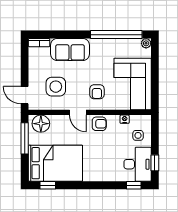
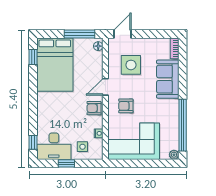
floor lamp: (41, 124) -> (98, 46), width x0.53, depth x0.53
armchair: (99, 124) -> (94, 108), turned 90
window: (155, 163) -> (66, 163), moved

